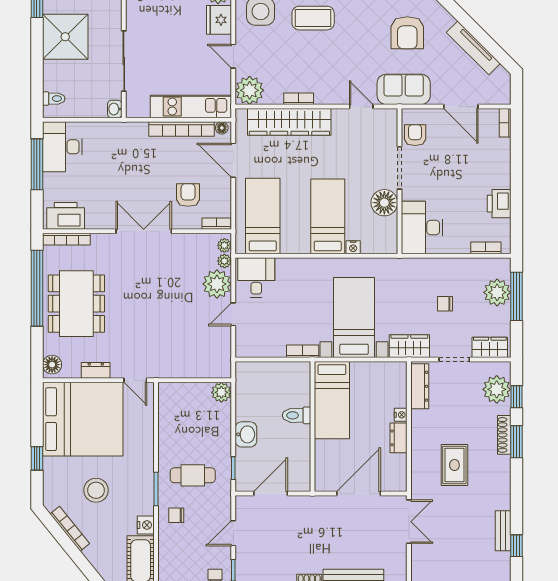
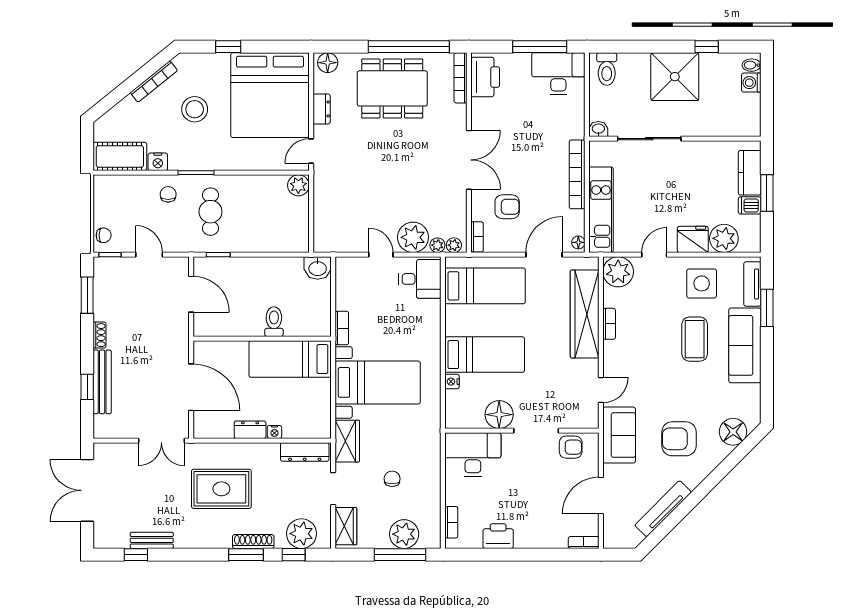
toilet: (54, 99) -> (607, 69), width x1.37, depth x1.39
bookcase: (182, 129) -> (577, 174), moved
plant: (221, 392) -> (298, 185), moved
washbasin: (246, 434) -> (318, 268), moved
rug: (454, 465) -> (221, 489), width x1.36, depth x1.43

